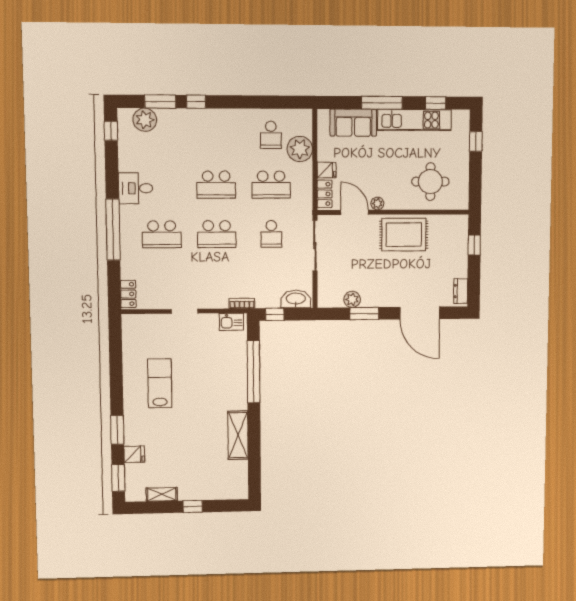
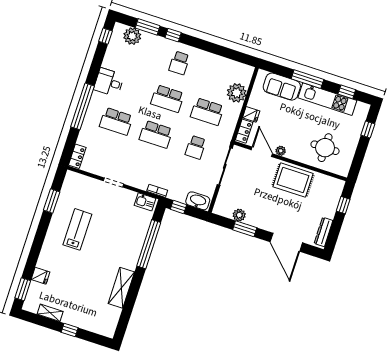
school desk: (271, 135) -> (179, 63), moved
dresser: (461, 291) -> (323, 232), width x1.44
window: (117, 430) -> (52, 201), moved

